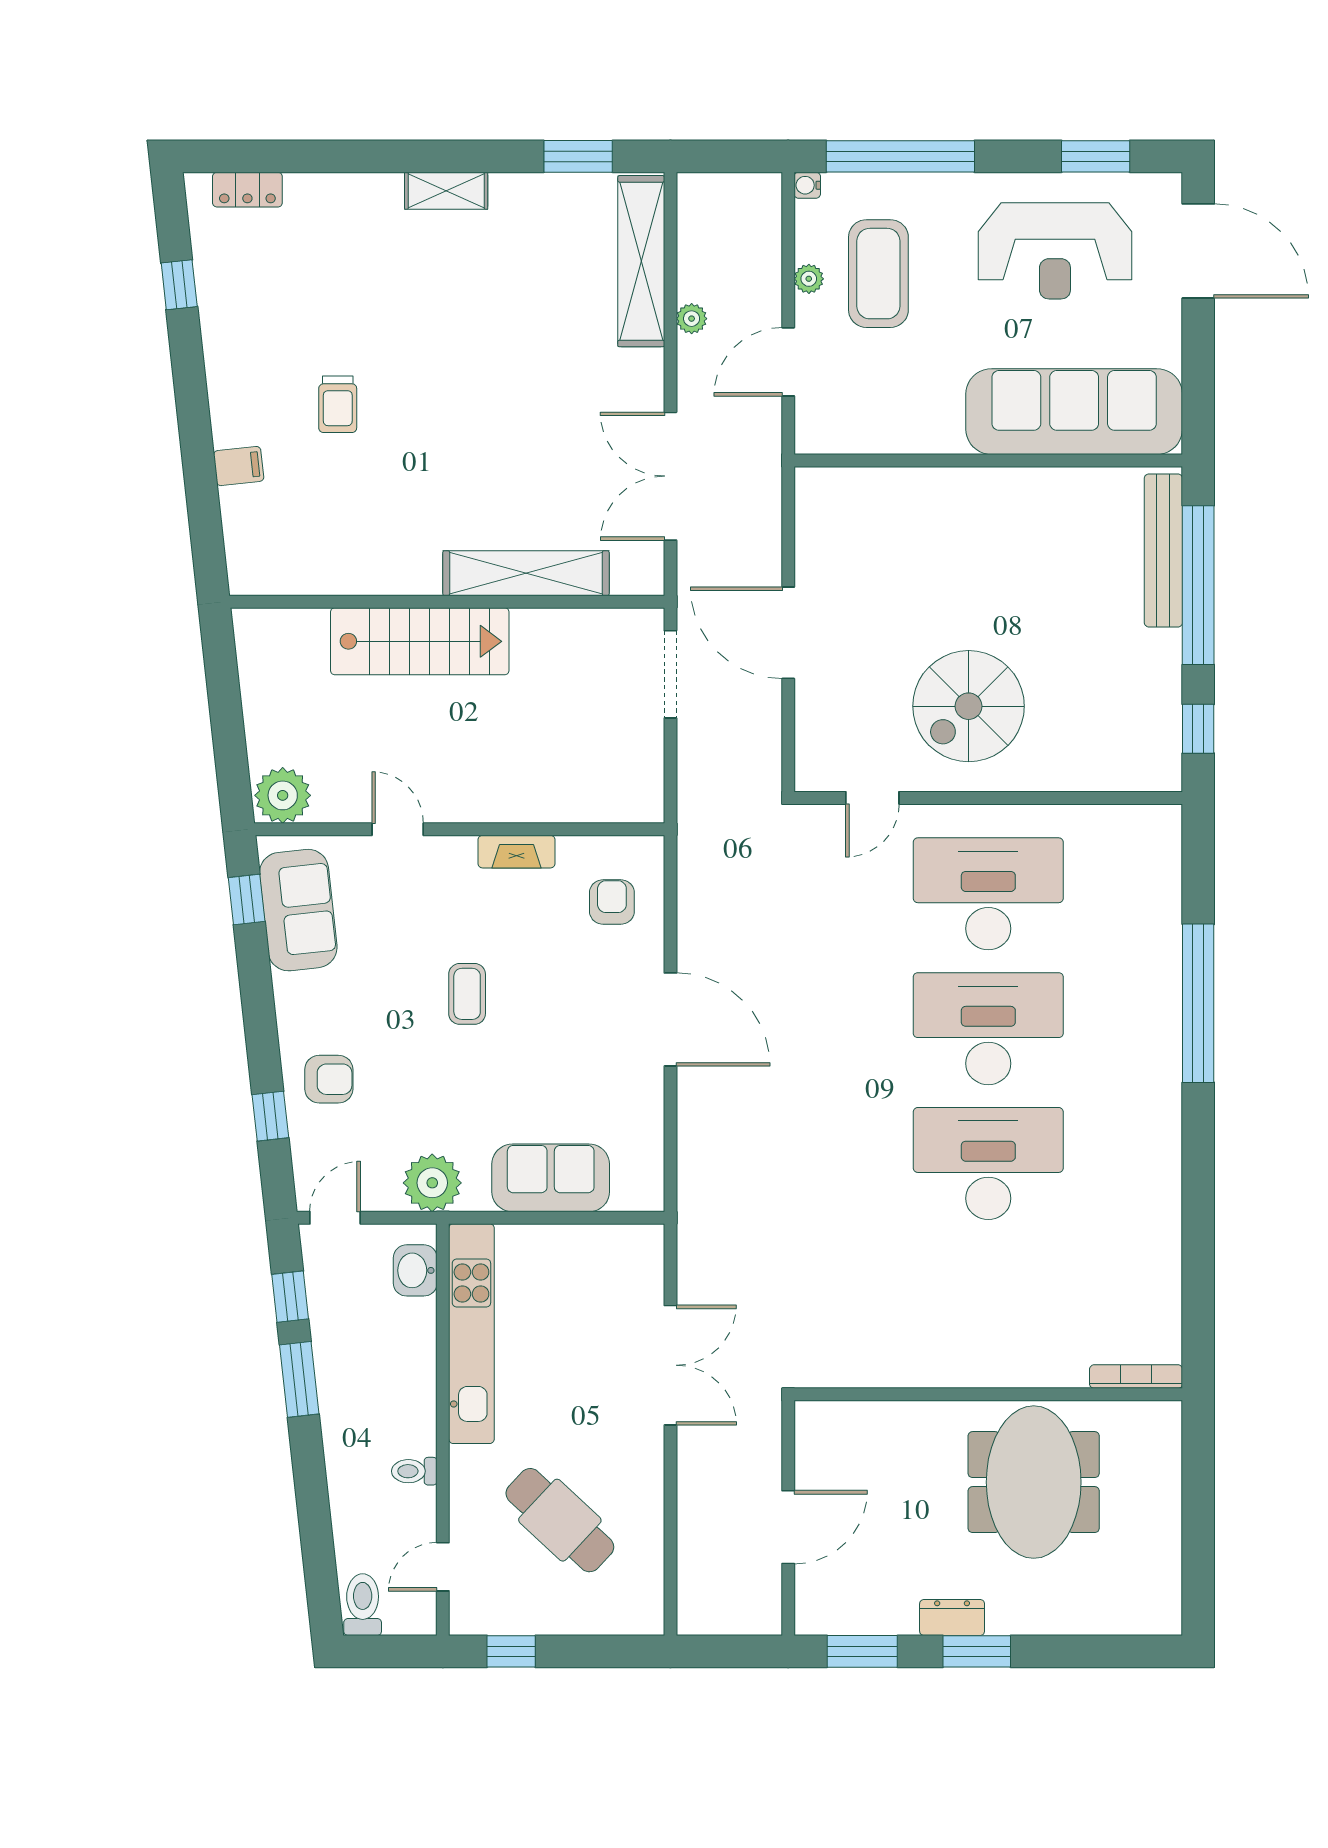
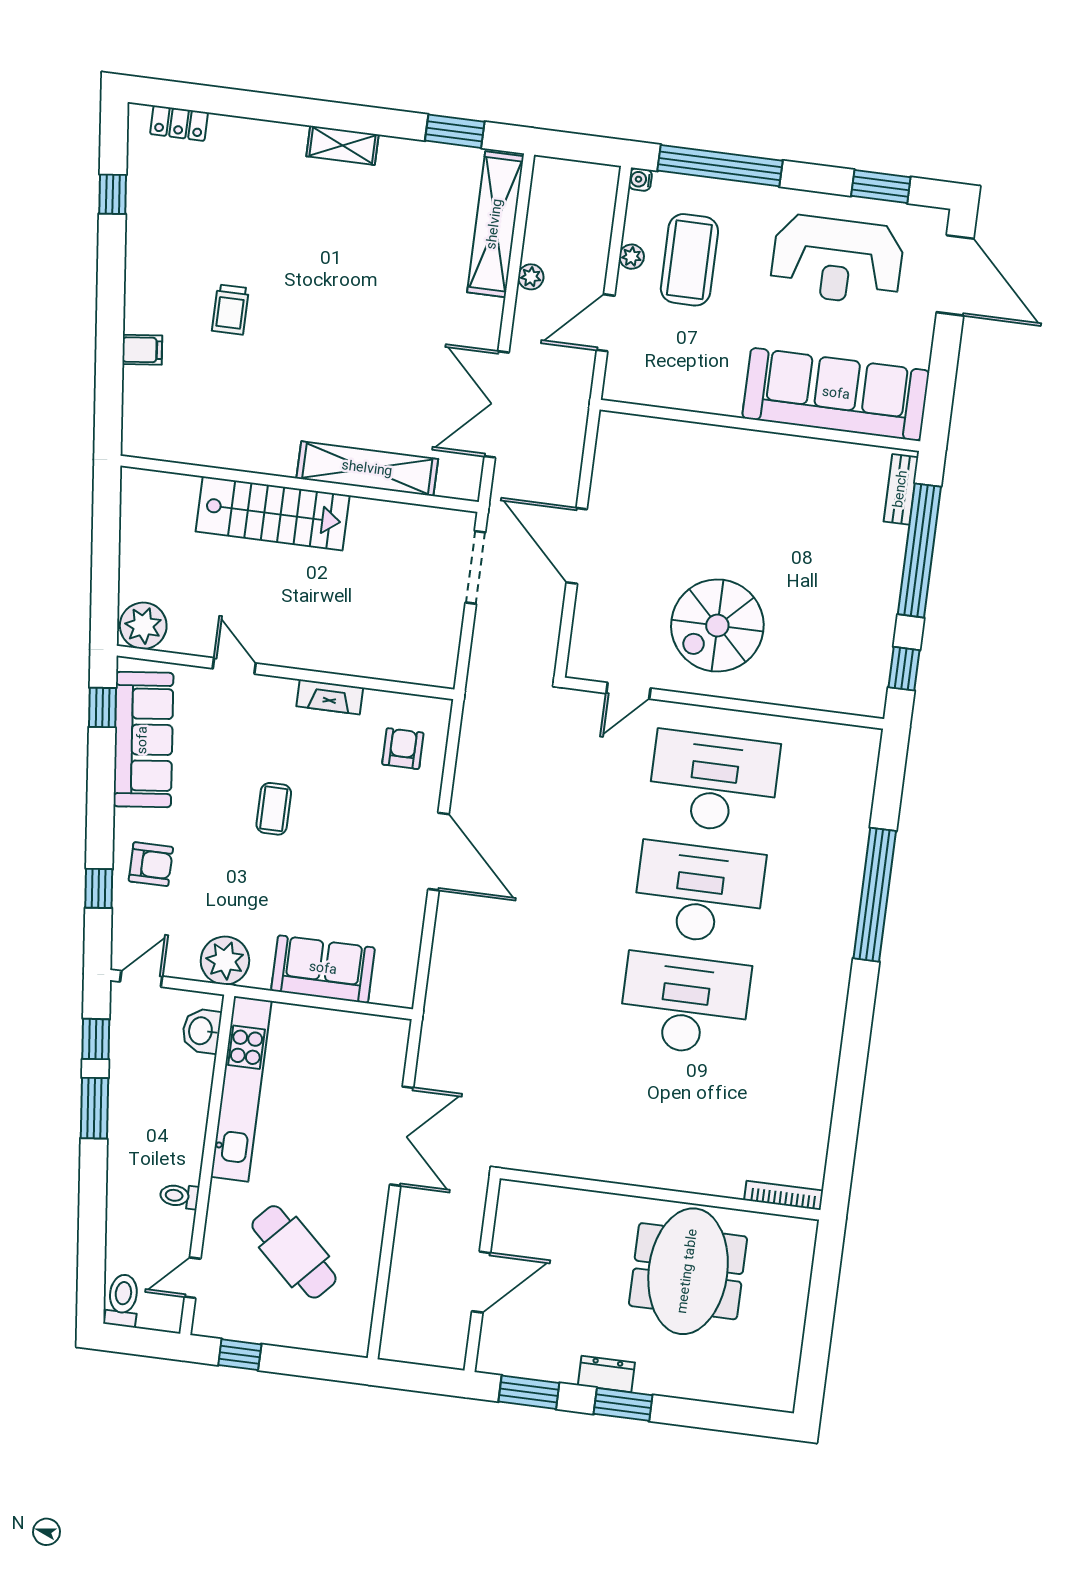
bench: (1163, 550) -> (901, 489), width x0.54, depth x0.82
sofa: (298, 910) -> (143, 740), width x1.36

